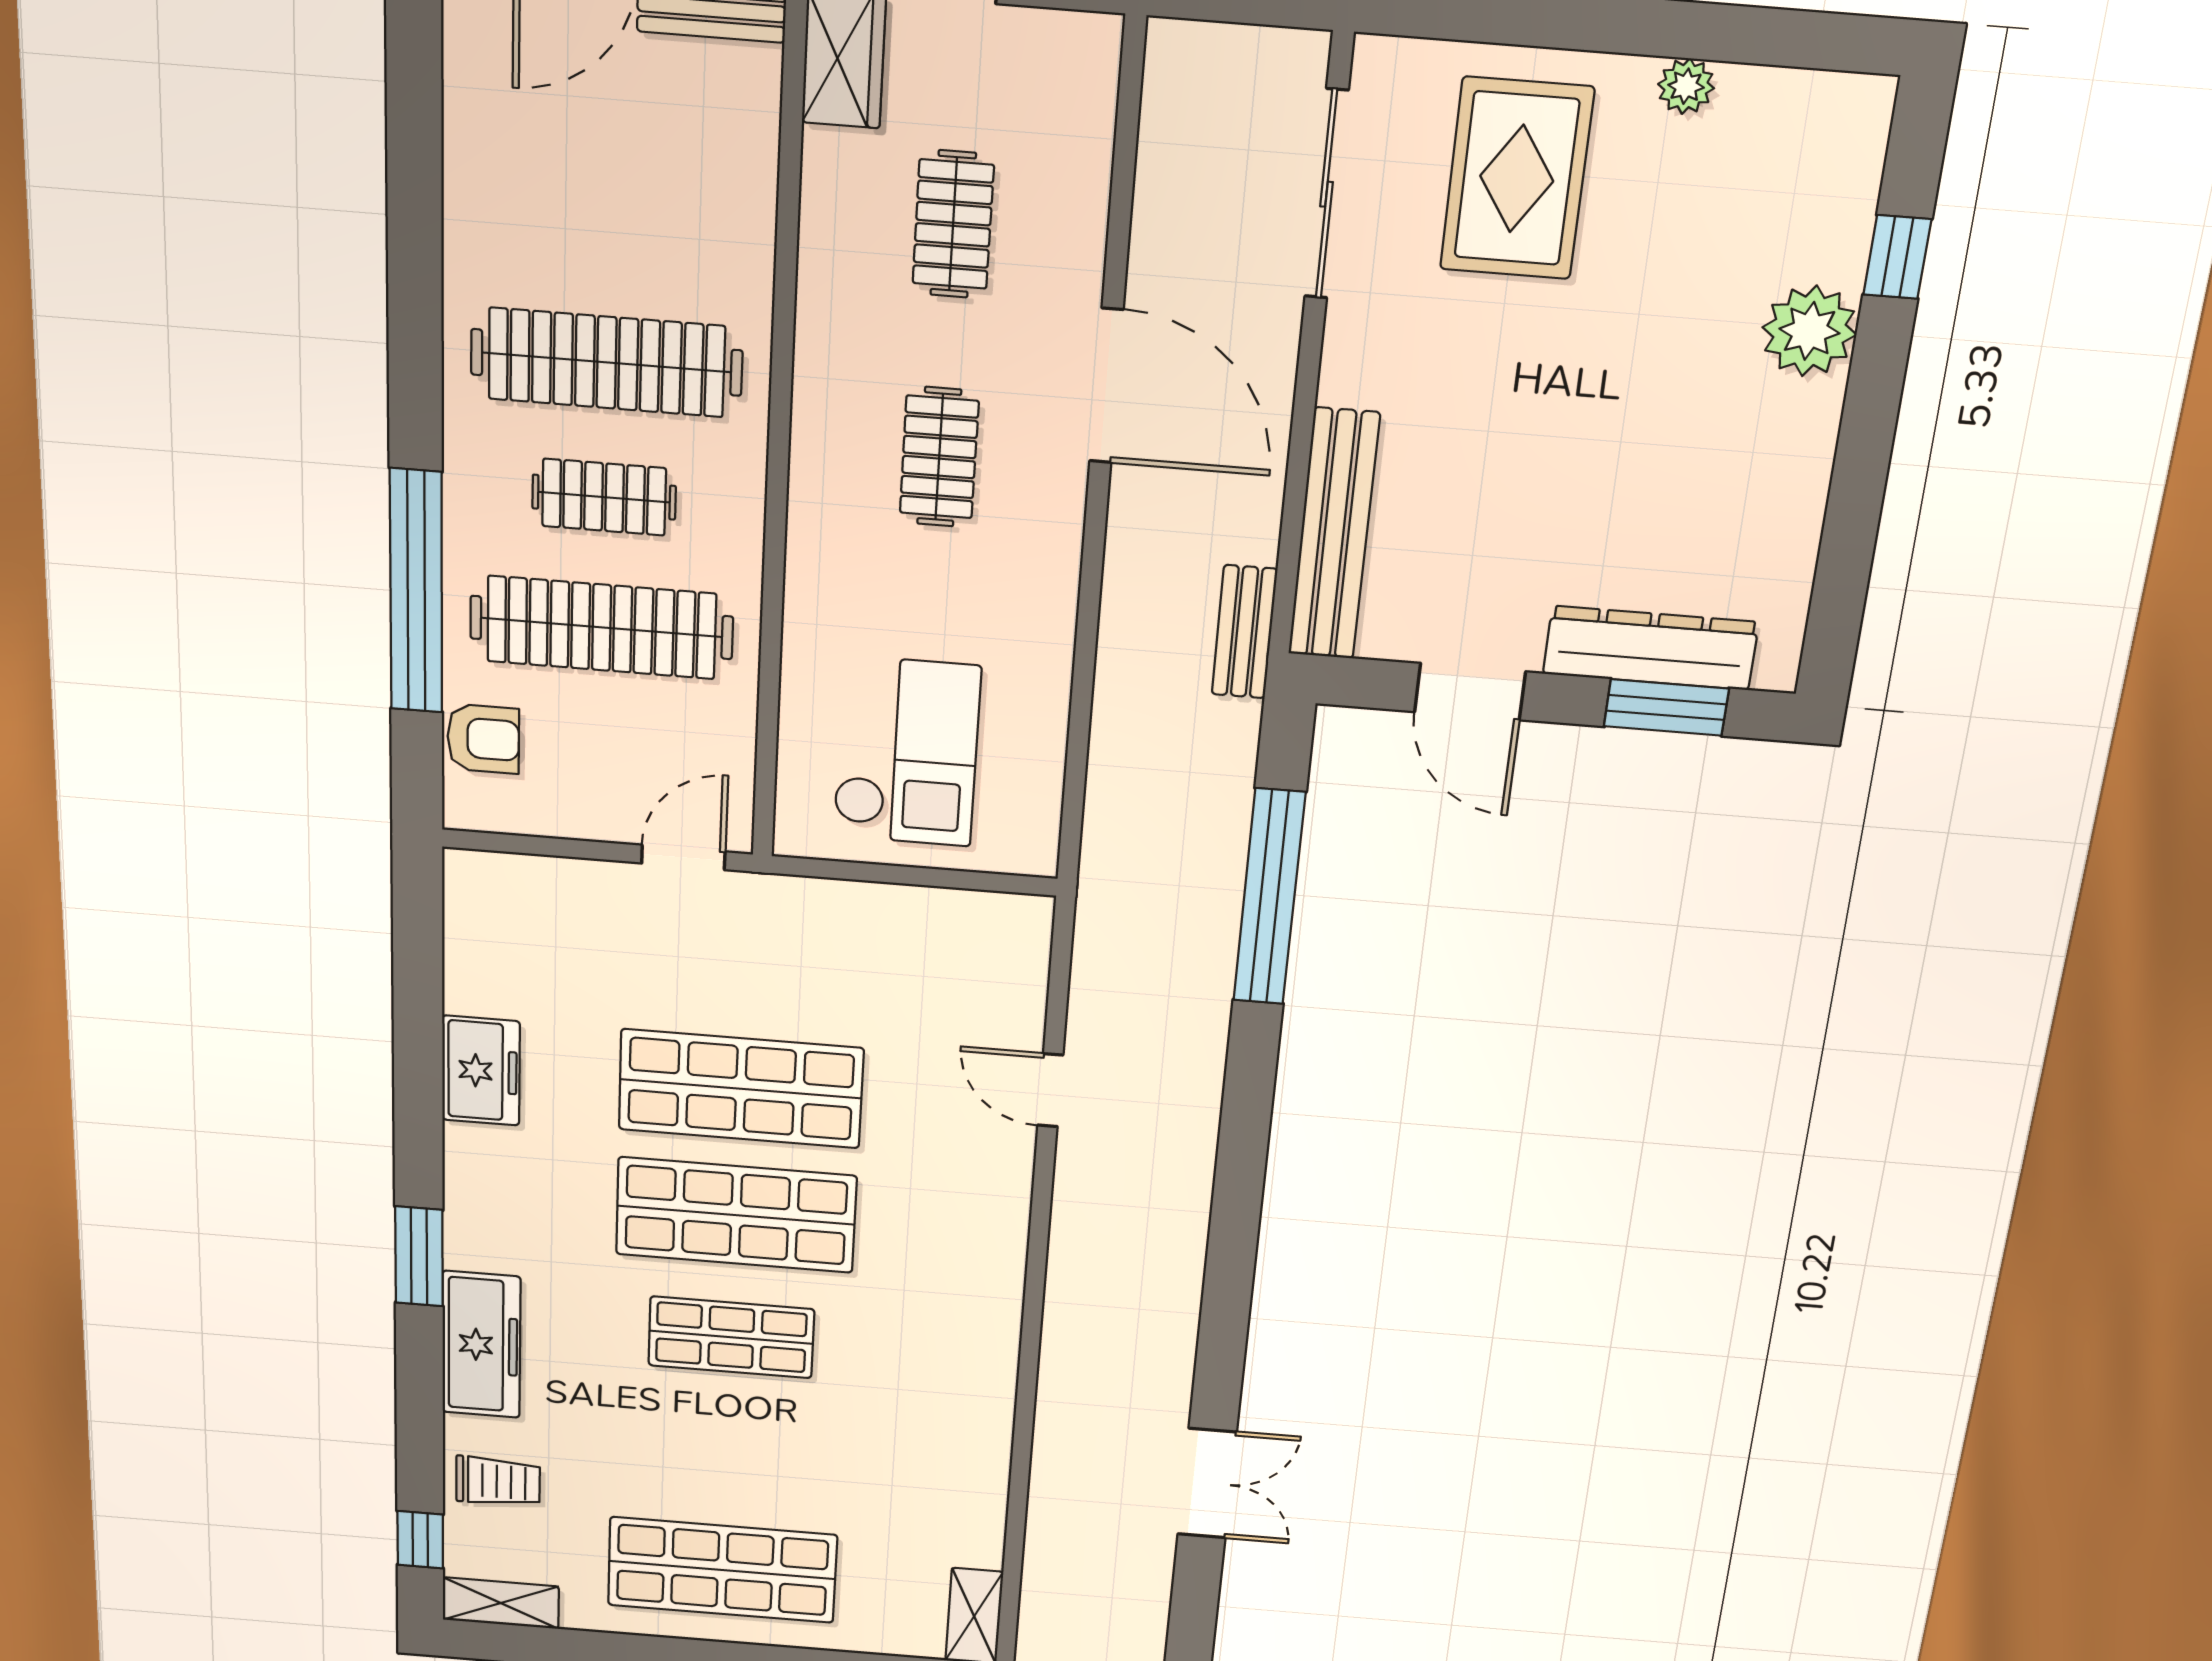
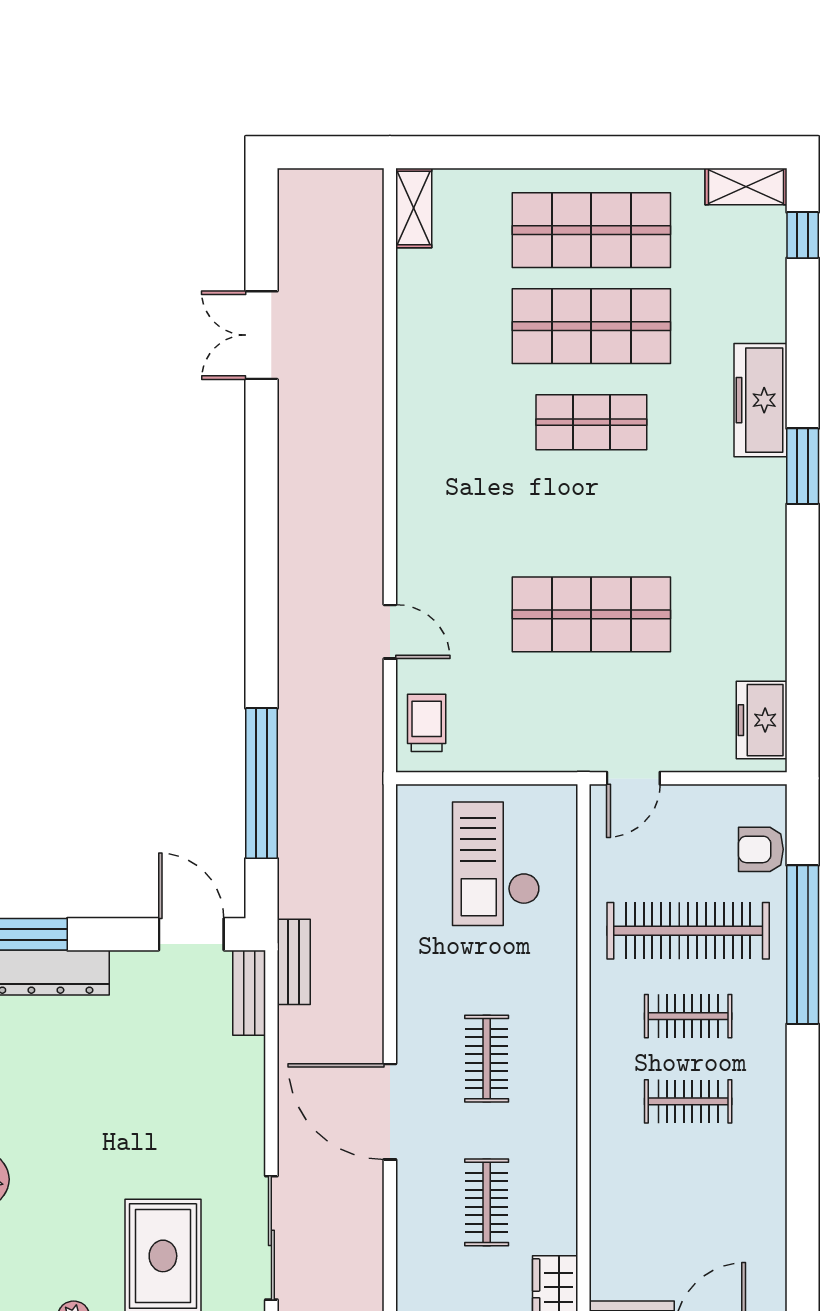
clothes rail: (607, 362) -> (688, 1101), width x0.54, depth x0.76
bench: (1334, 534) -> (249, 993), width x0.54, depth x0.82
door: (1470, 692) -> (191, 934), moved
freezer: (481, 1071) -> (762, 720), moved
shop shelf: (736, 1215) -> (591, 326), moved
trolley: (498, 1481) -> (427, 723), moved, turned 90

